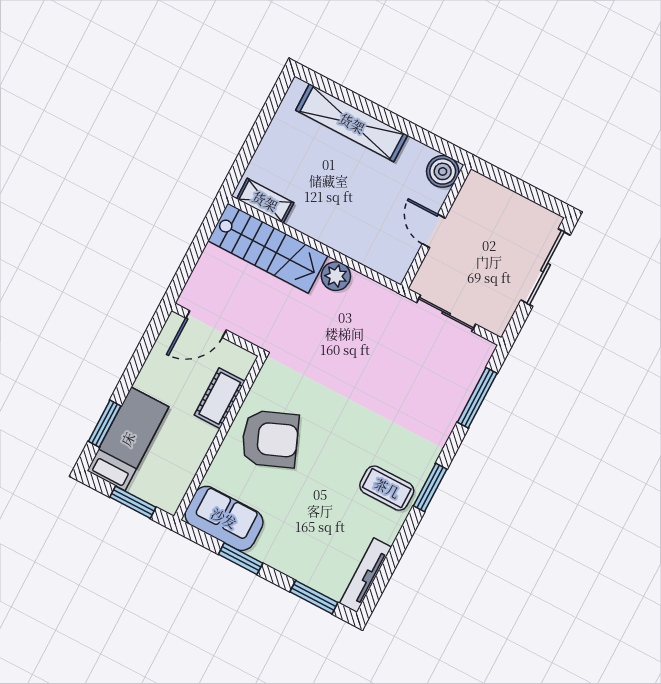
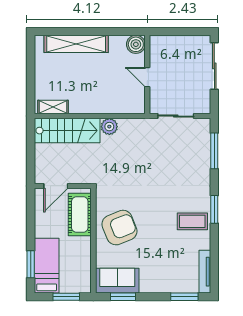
cot: (220, 398) -> (80, 215), width x1.37, depth x1.34
window: (241, 559) -> (123, 297), moved

